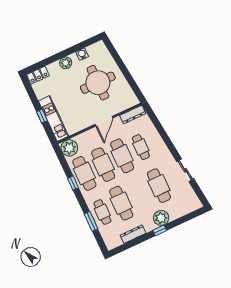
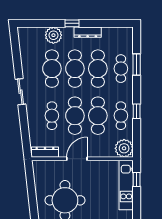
window: (42, 116) -> (137, 180), moved
sliding door: (185, 170) -> (20, 92), moved
cafe table: (84, 173) -> (121, 116), width x0.73, depth x0.74
cafe table: (140, 194) -> (75, 69), added
plant: (161, 218) -> (53, 35), moved
dresser: (133, 234) -> (88, 32), moved

